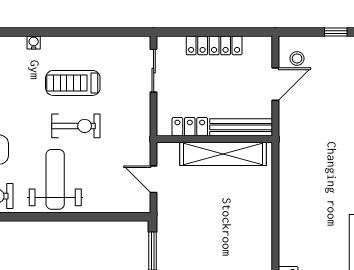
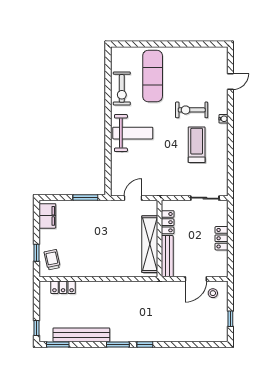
locker: (214, 45) -> (221, 238), width x0.66
door: (275, 84) -> (196, 279), hinge flipped
exercise bike: (76, 126) -> (192, 110), moved, turned 90

